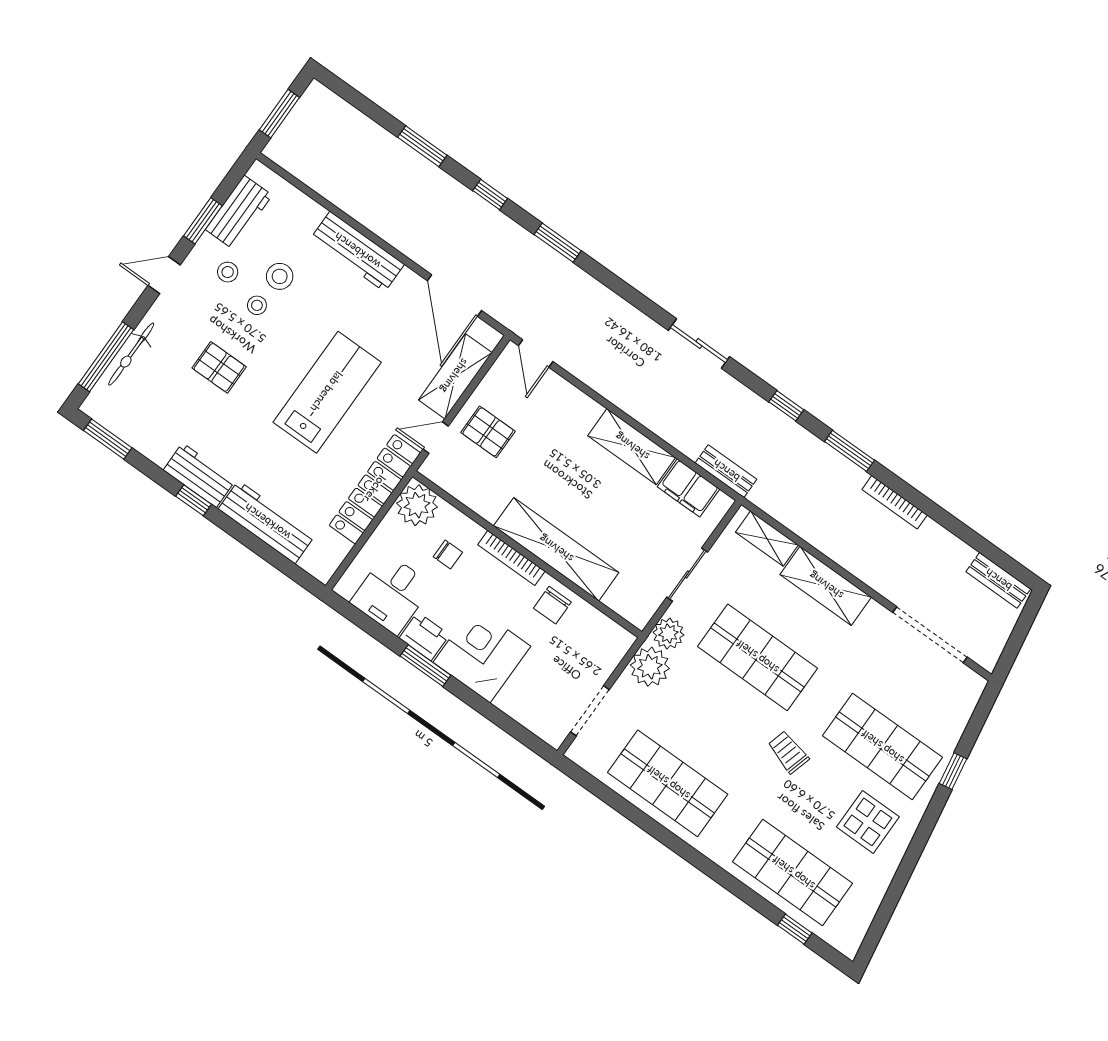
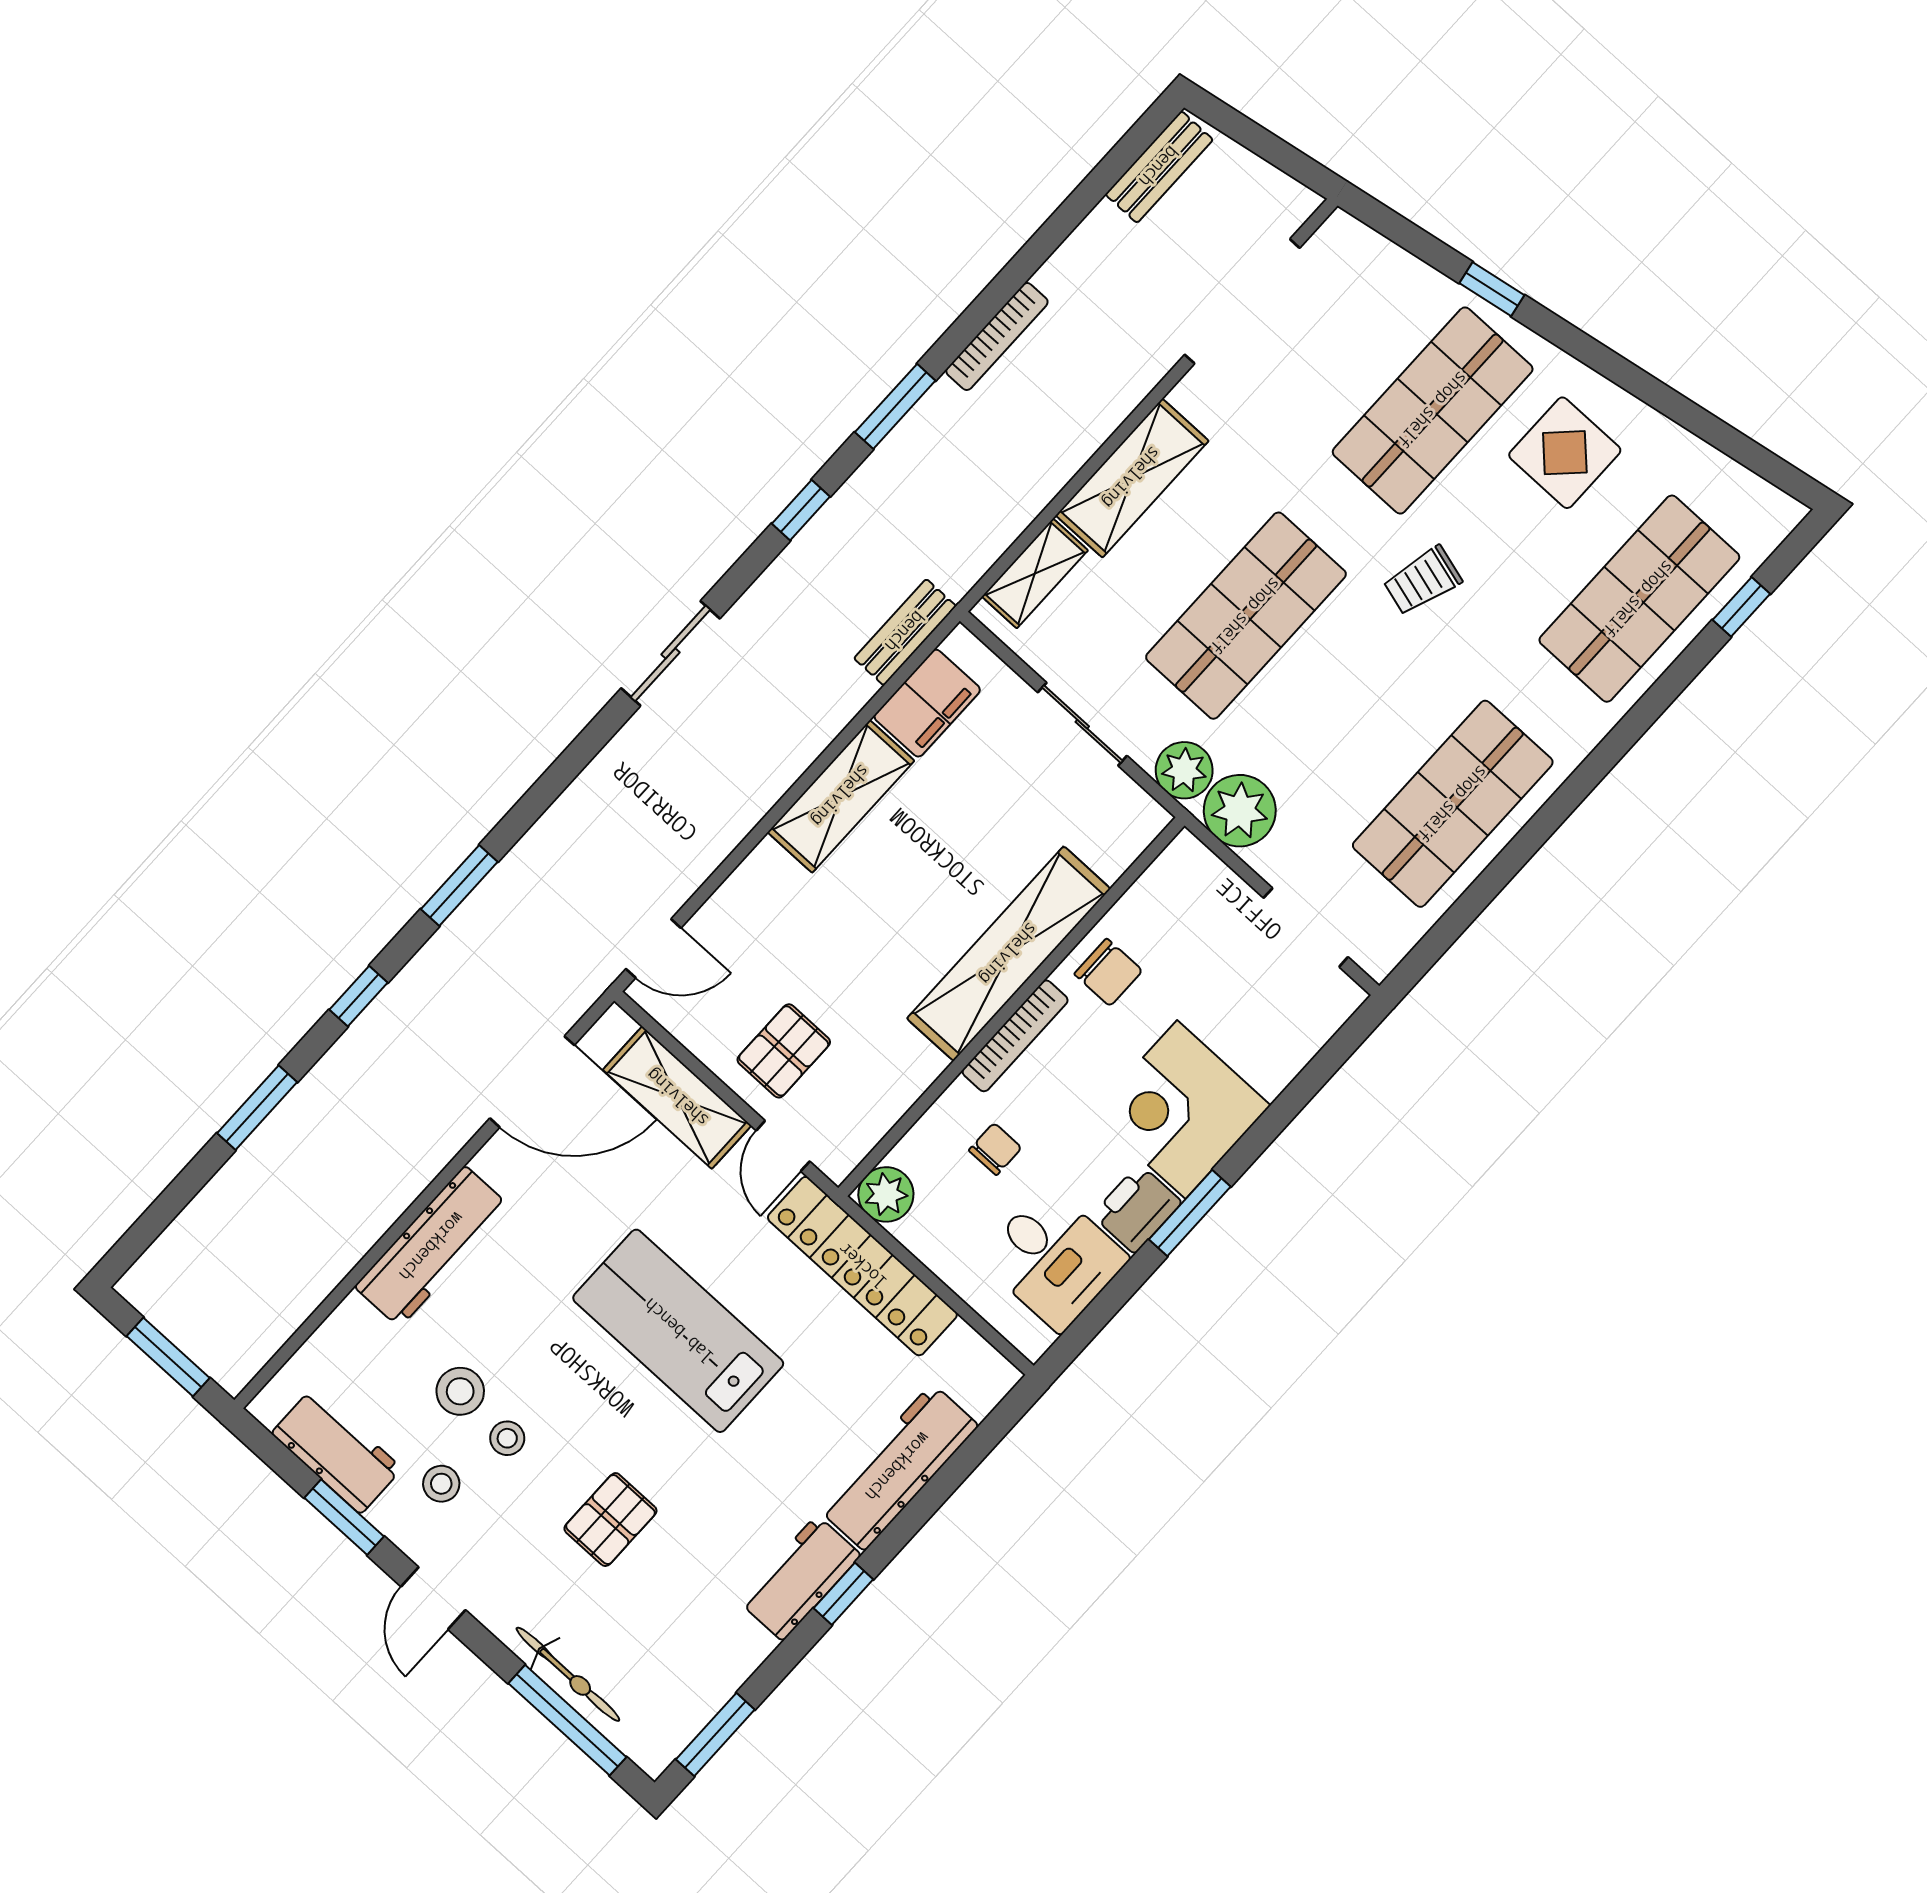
plant: (417, 505) -> (886, 1194), width x0.73, depth x0.73

